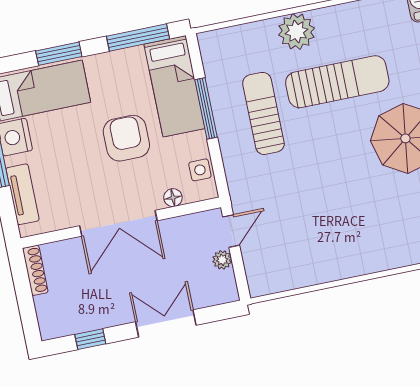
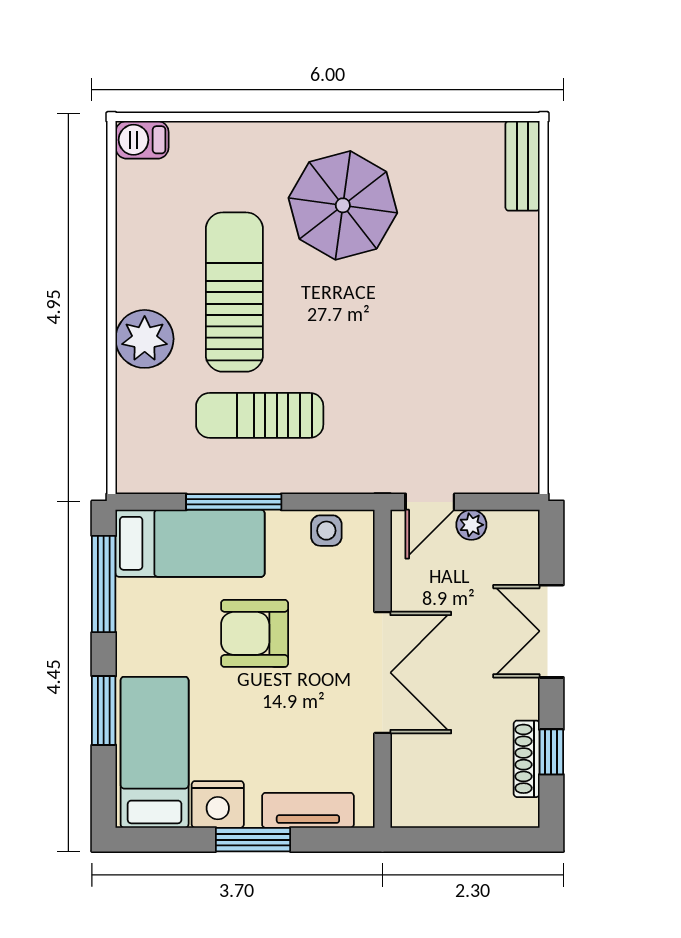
floor lamp: (173, 198) -> (360, 581), removed
door: (231, 231) -> (430, 502), swing flipped
shoe rack: (35, 270) -> (527, 759), moved, turned -90

